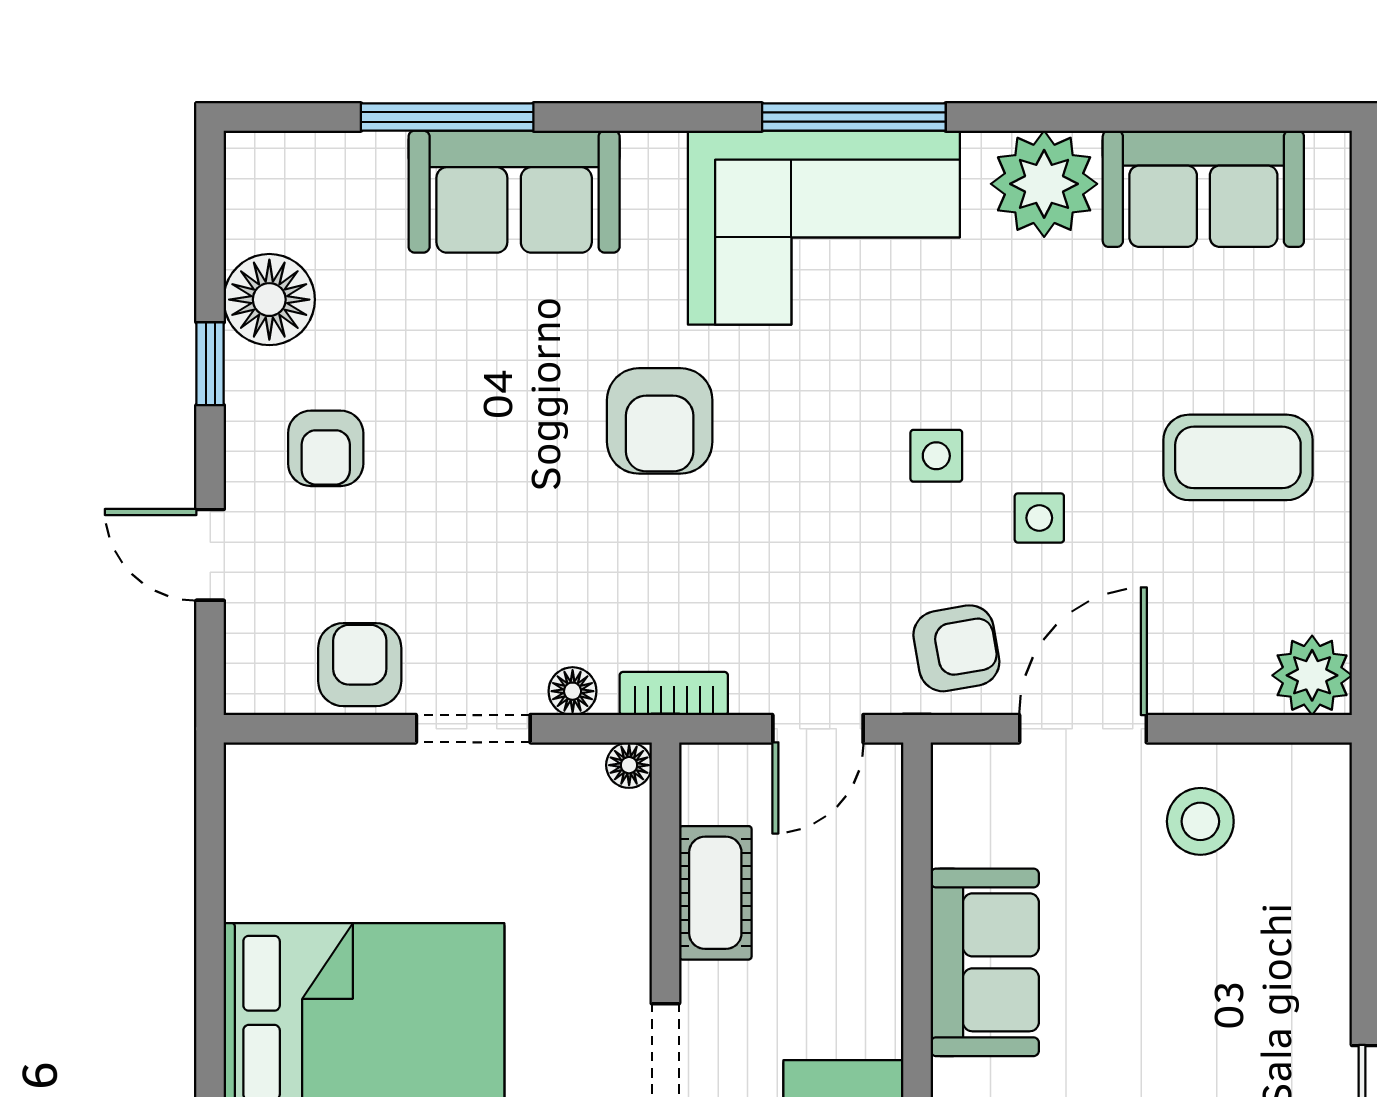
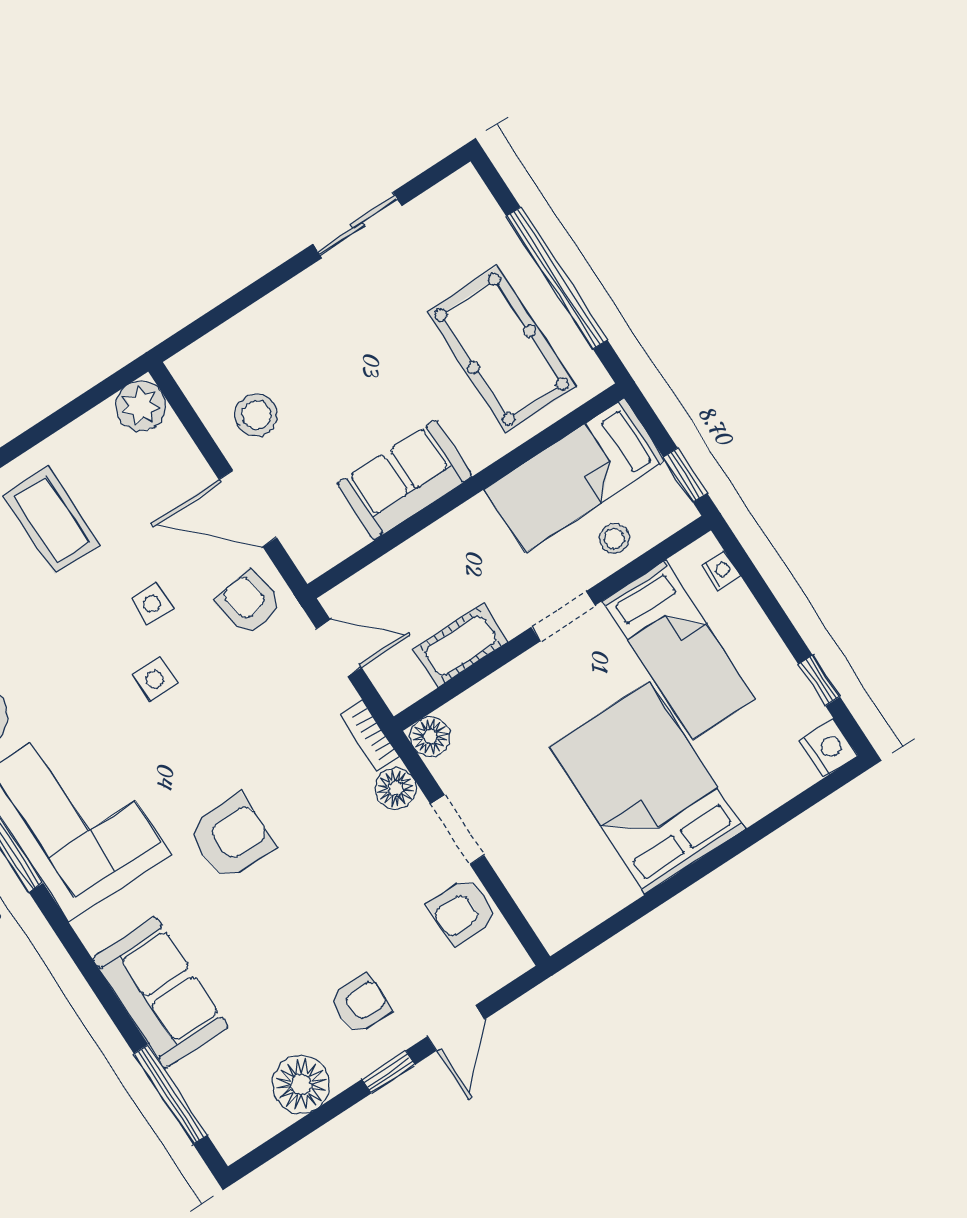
window: (447, 117) -> (171, 1094), moved
window: (210, 364) -> (389, 1072), moved
floor lamp: (573, 691) -> (396, 789), width x1.37, depth x1.37
floor lamp: (629, 765) -> (430, 737), width x1.37, depth x1.37

